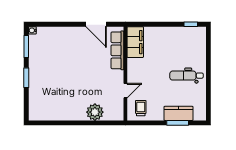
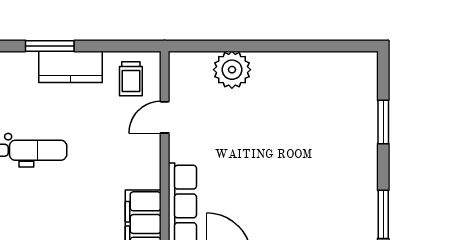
window: (26, 78) -> (383, 122), moved
kitchen counter: (178, 113) -> (71, 67), moved

